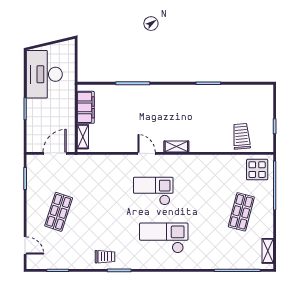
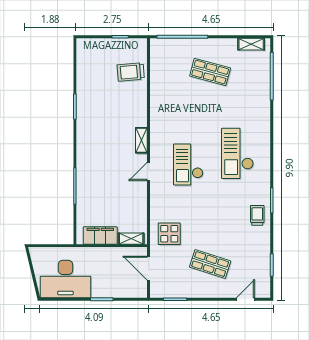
display table: (257, 170) -> (169, 234), moved

